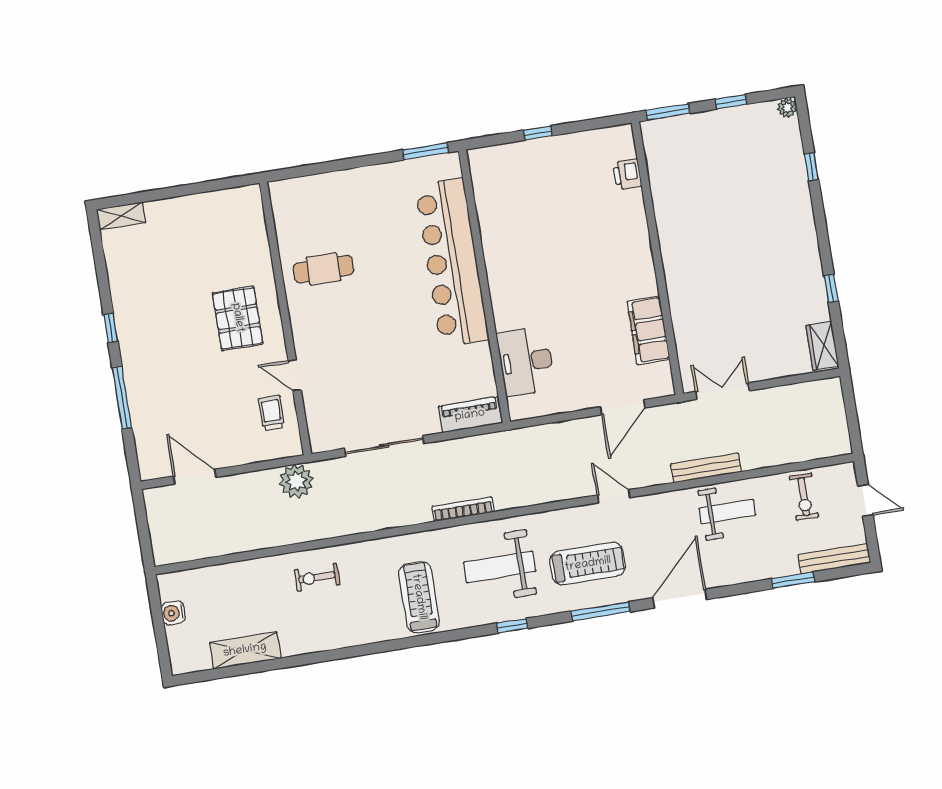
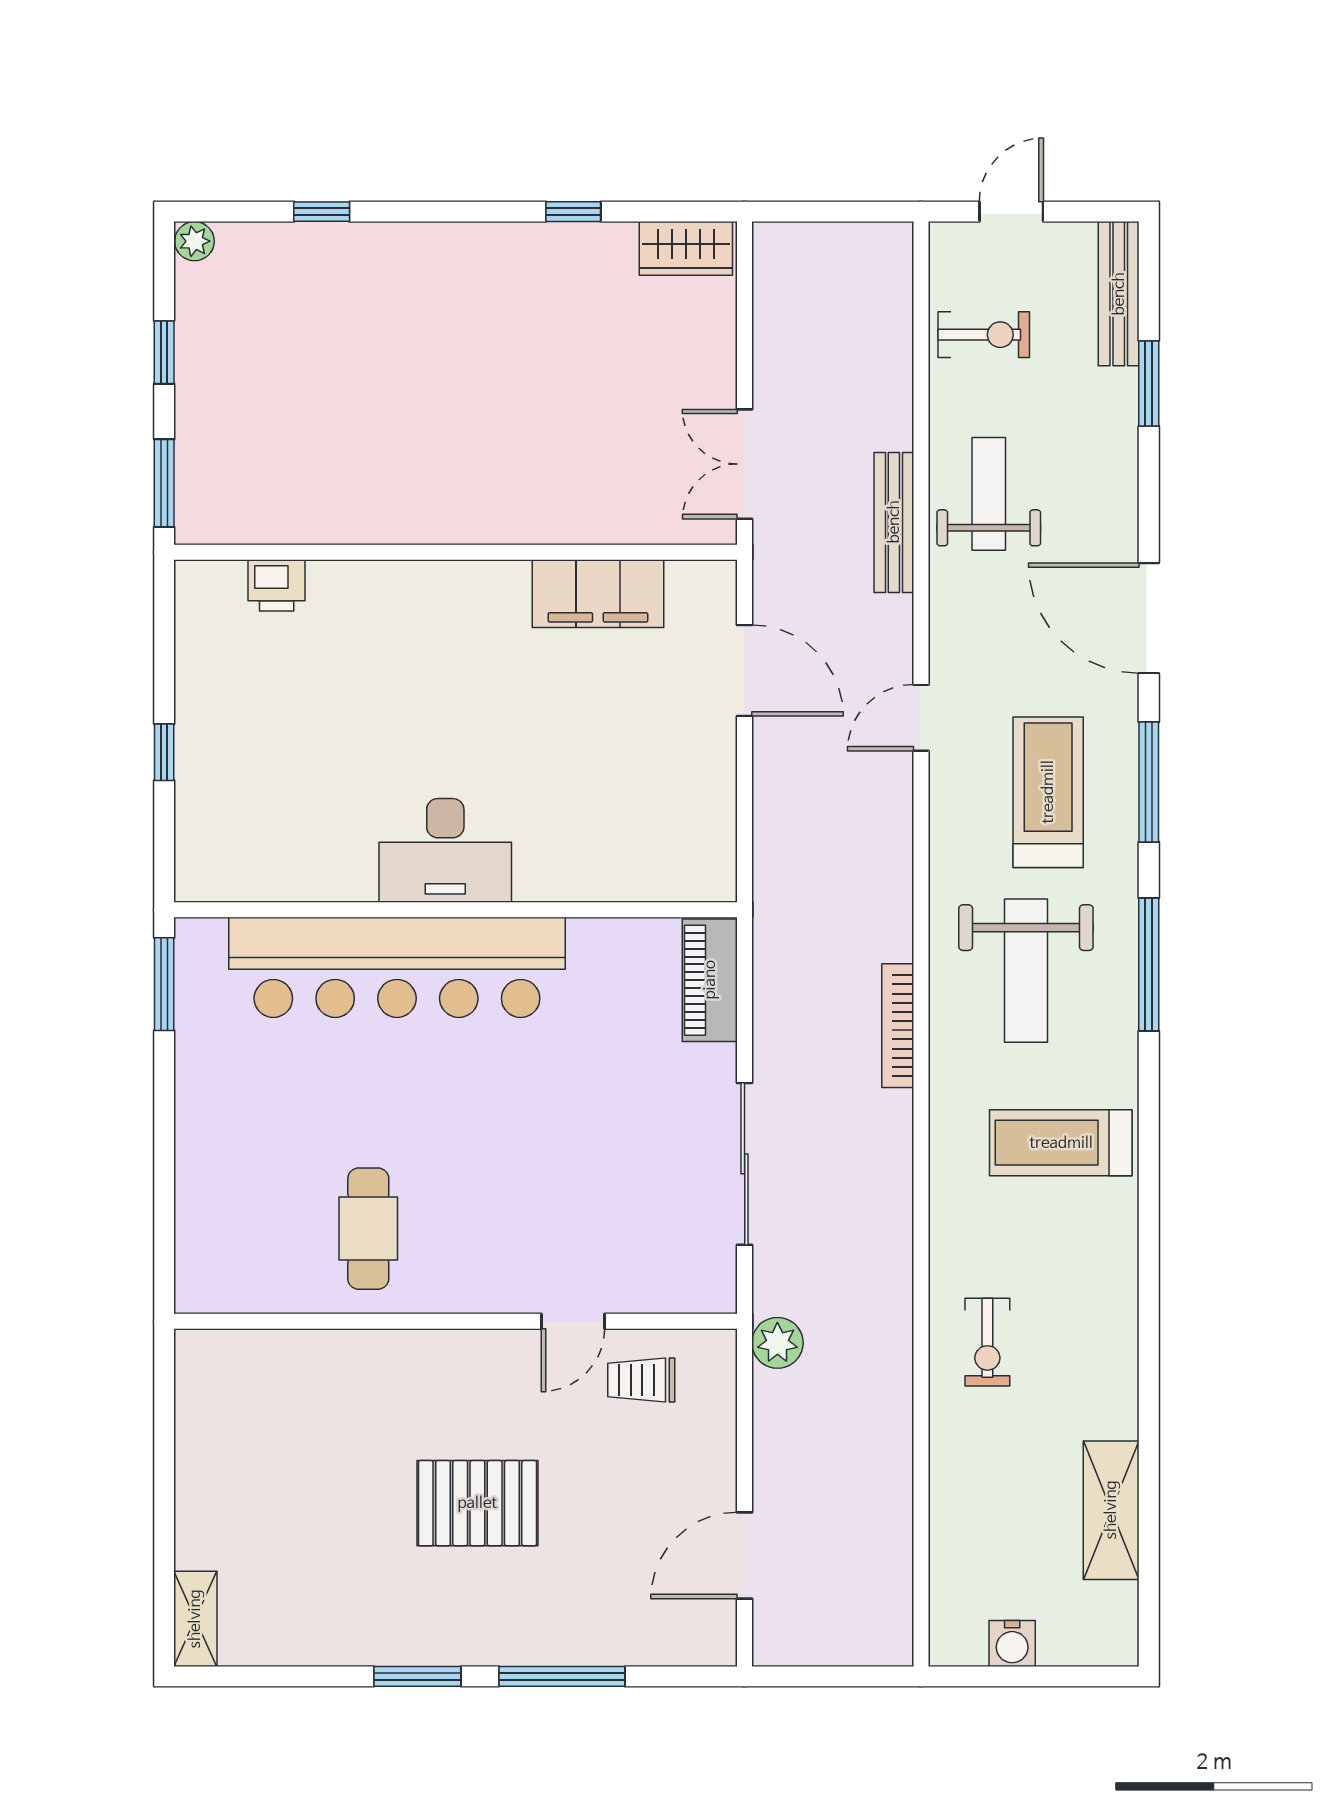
pallet: (238, 318) -> (477, 1503), moved
window: (111, 328) -> (417, 1676), width x1.50
desk: (526, 361) -> (445, 850), moved
plant: (296, 481) -> (777, 1343), width x0.73, depth x0.73
window: (512, 626) -> (1149, 965), width x2.17

